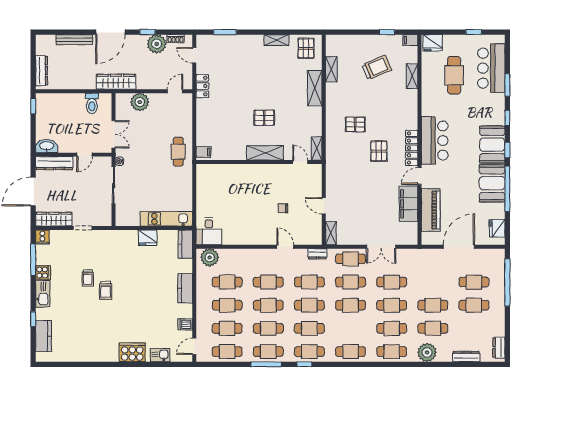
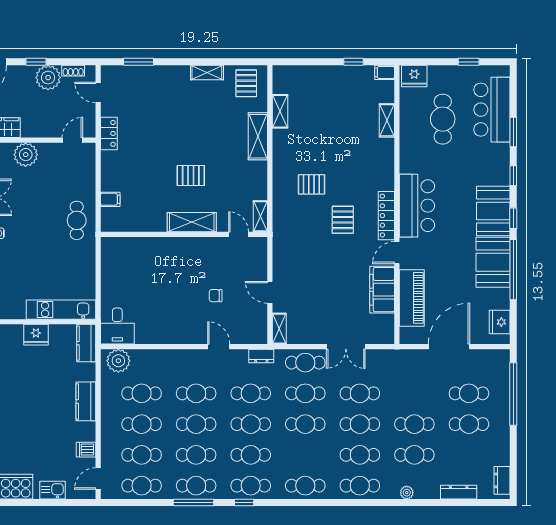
trolley: (377, 67) -> (340, 109), removed
filing cabinet: (203, 152) -> (110, 199), moved
plant: (427, 352) -> (407, 493), width x0.53, depth x0.53

